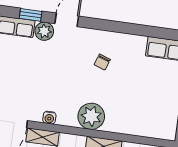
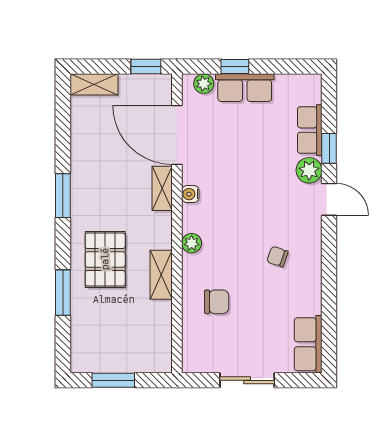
chair: (128, 110) -> (217, 302), added
plant: (91, 116) -> (192, 243), width x0.53, depth x0.53

